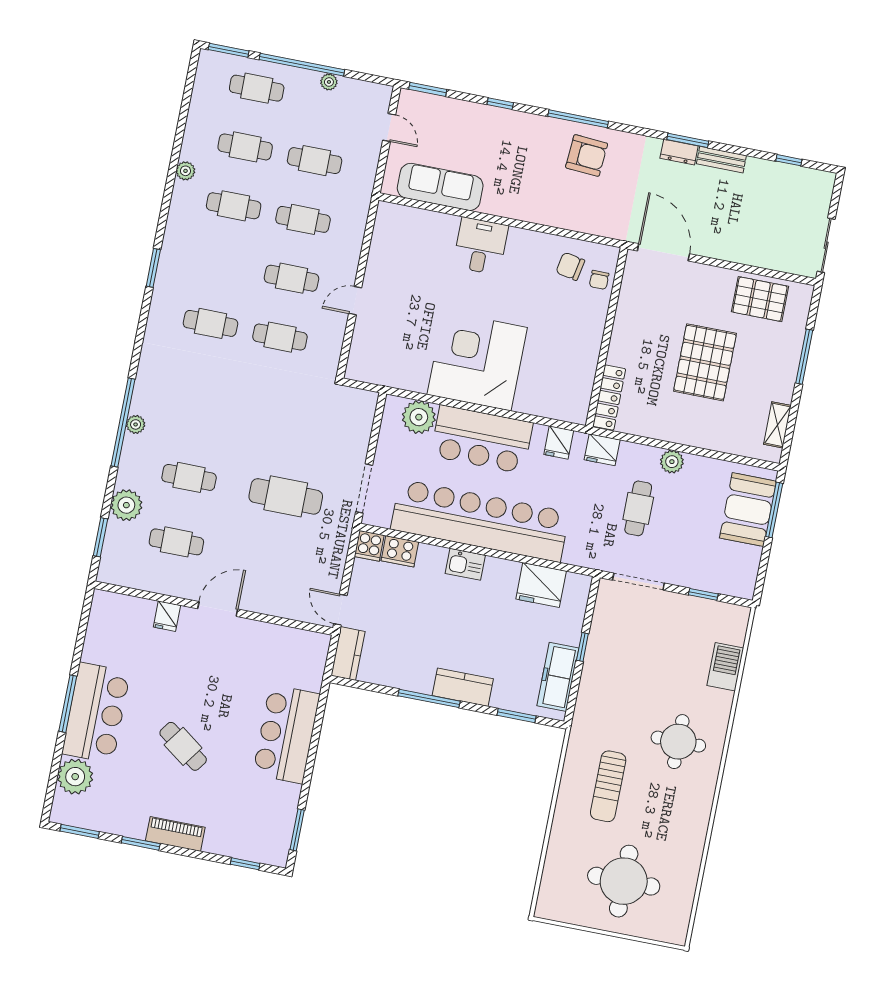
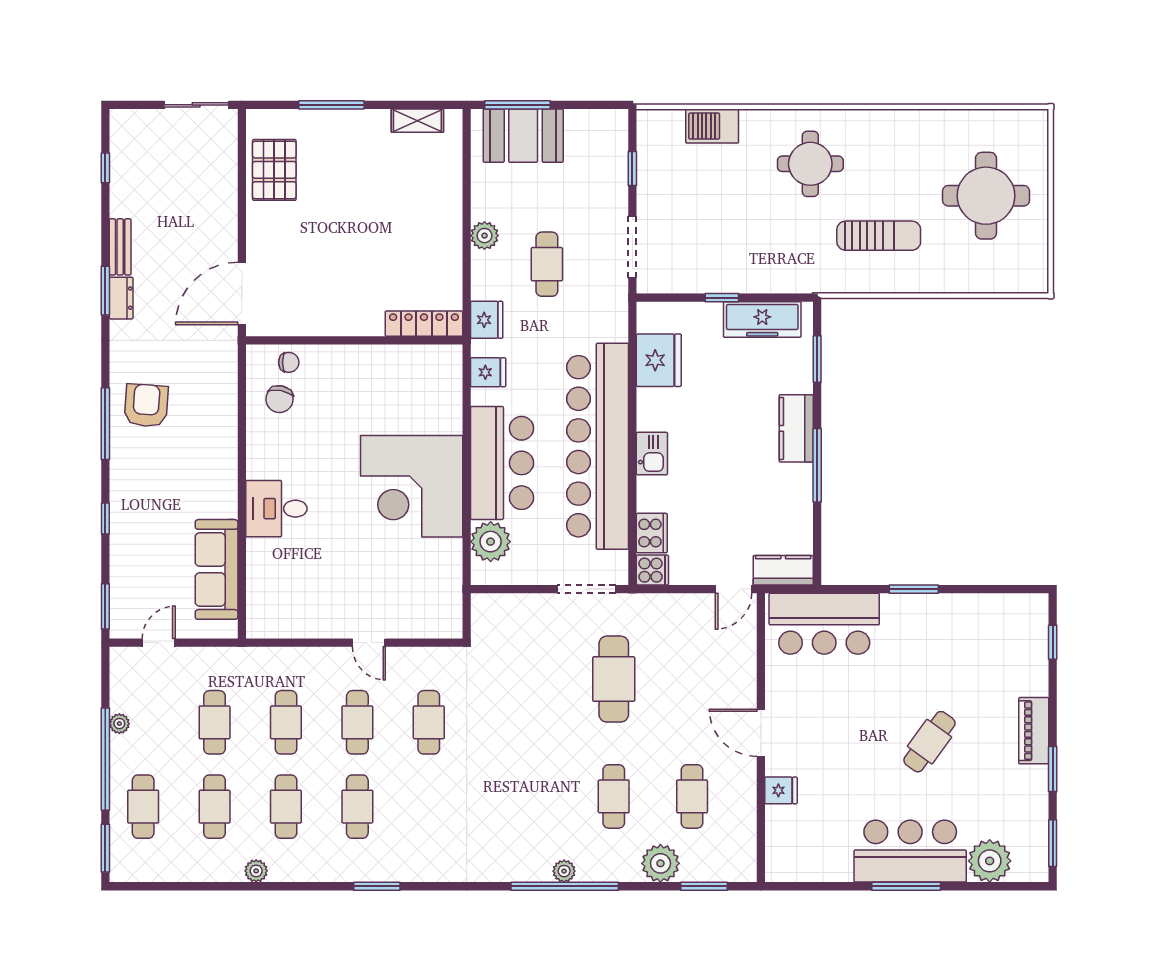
cafe table: (211, 323) -> (357, 807), moved
pallet: (705, 362) -> (361, 220), removed
cafe table: (638, 508) -> (547, 264), turned 90
bar counter: (286, 734) -> (824, 624), moved
window: (297, 830) -> (914, 589), moved

